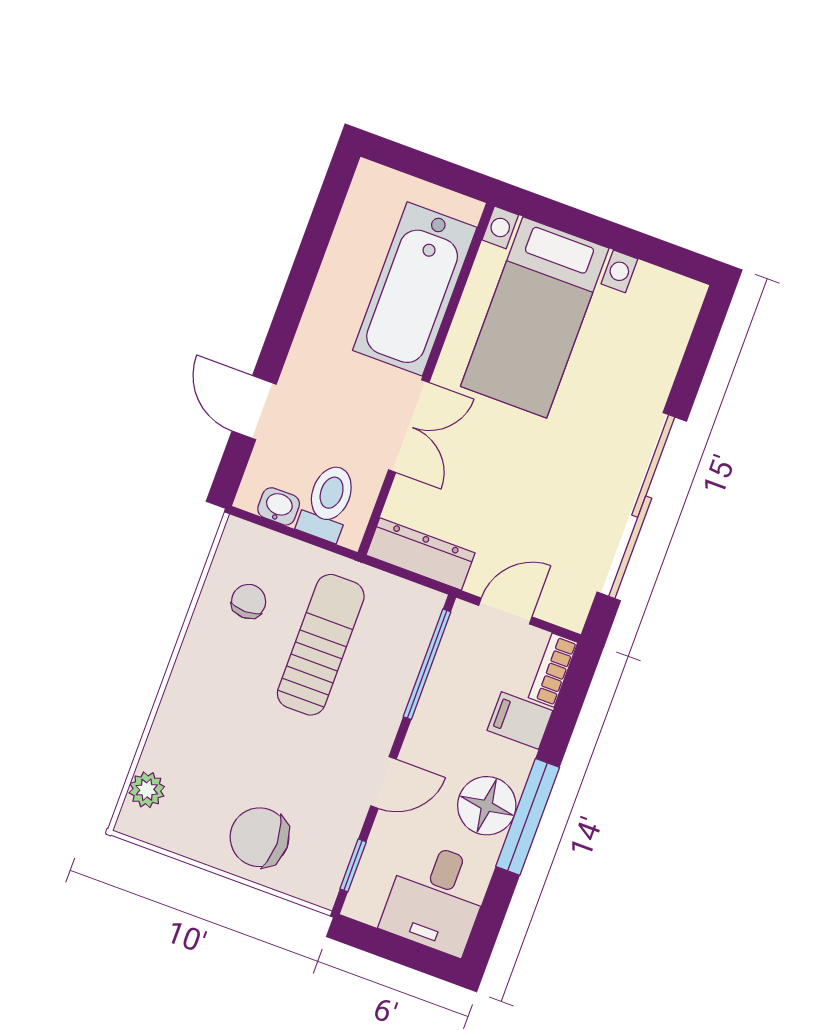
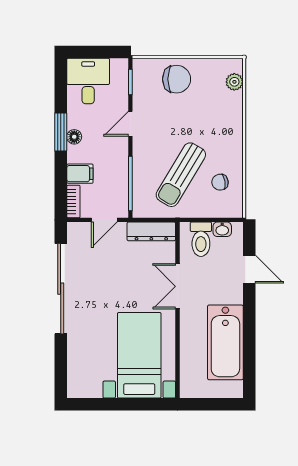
bathtub: (415, 289) -> (225, 342), moved, turned 180
chair: (249, 601) -> (220, 182), turned 81
sun lounger: (321, 645) -> (181, 175), turned 31
floor lamp: (487, 806) -> (74, 137), width x0.53, depth x0.53
window: (528, 817) -> (61, 132), width x0.69

